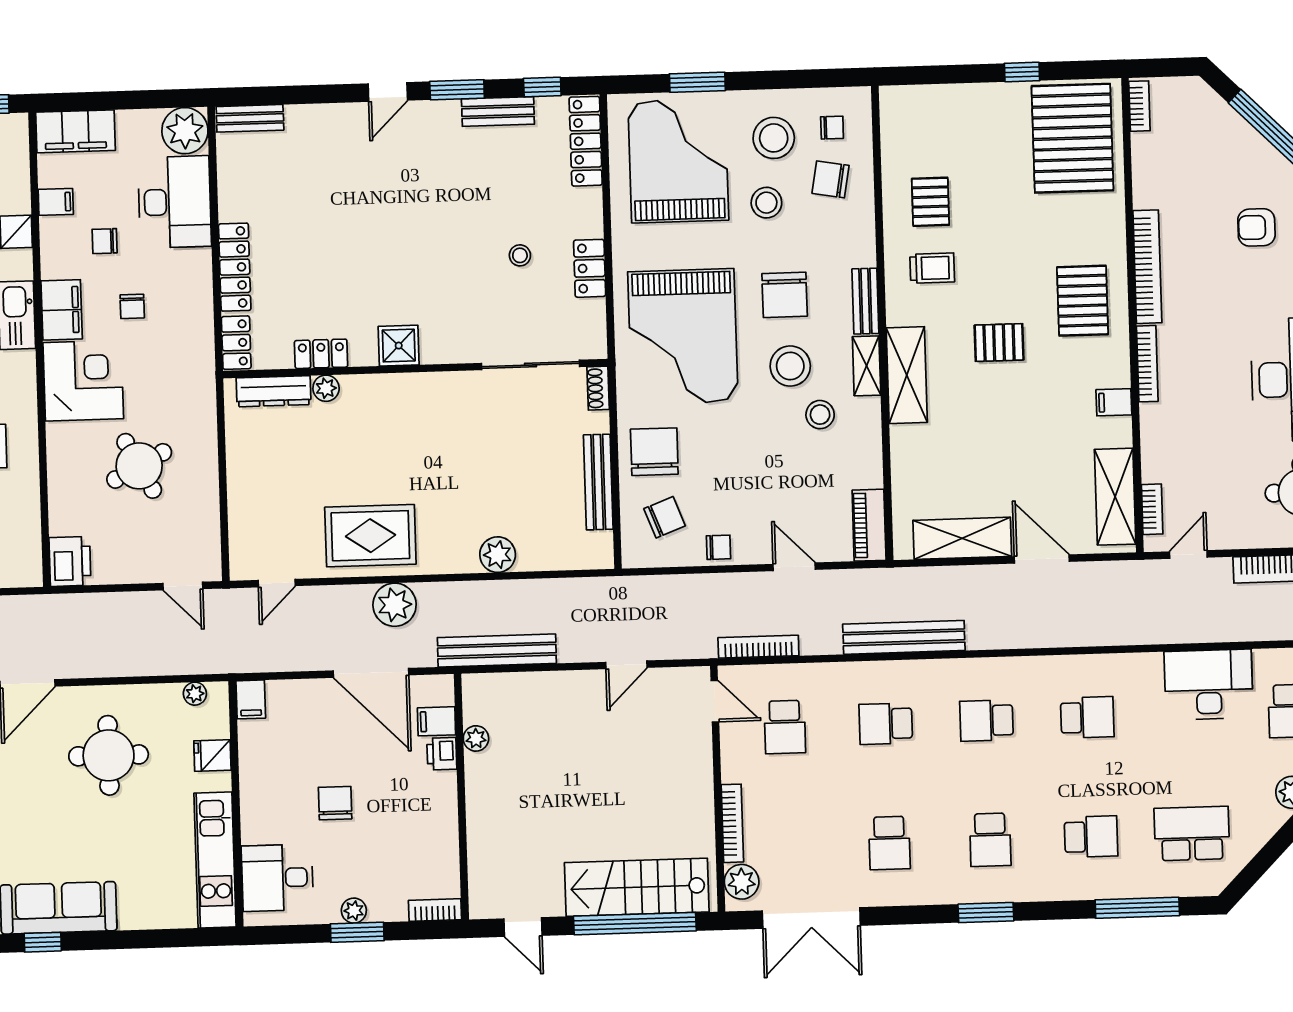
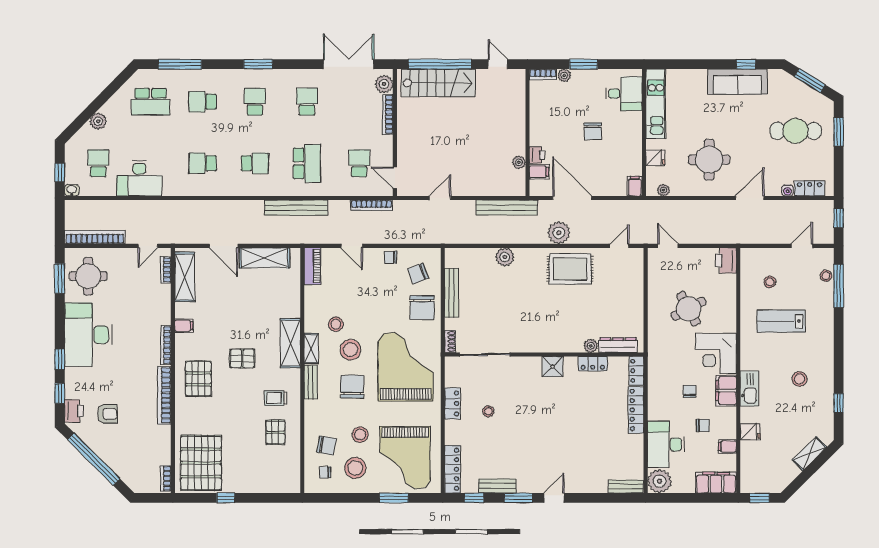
school desk: (886, 724) -> (307, 163), width x1.85
plant: (354, 911) -> (564, 75), moved

